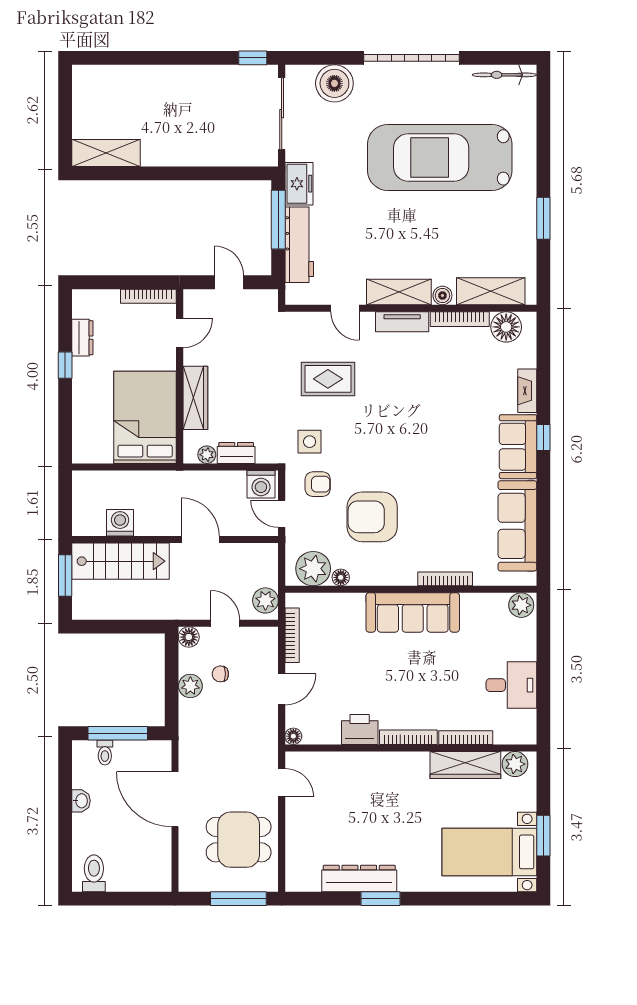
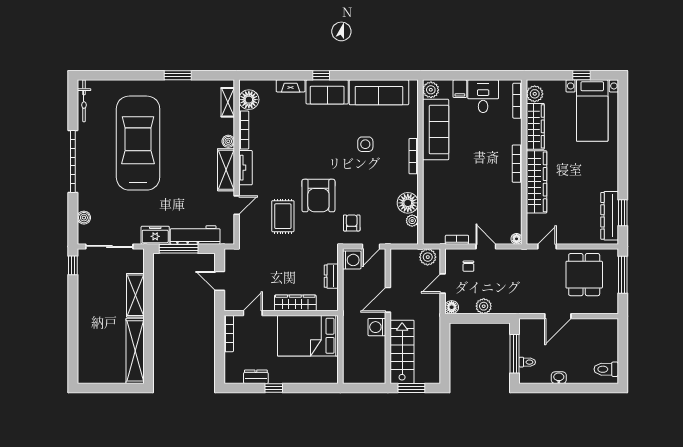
boiler: (334, 83) -> (84, 218), width x0.54, depth x0.54
shelving: (106, 153) -> (135, 351), width x1.47
shelving: (207, 153) -> (135, 295), added
car: (440, 157) -> (138, 143), turned 180
door: (229, 282) -> (220, 281), hinge flipped
shelving: (491, 291) -> (228, 102), width x0.67, depth x0.75
door: (180, 333) -> (253, 313), hinge flipped
side table: (310, 442) -> (365, 144), moved
plant: (207, 455) -> (332, 295), removed
armchair: (372, 517) -> (318, 196), moved
washing machine: (120, 523) -> (377, 327), moved
plant: (313, 569) -> (412, 221), width x0.53, depth x0.53
floor lamp: (341, 577) -> (408, 203), width x1.89, depth x1.89
bookcase: (445, 579) -> (414, 156), moved
sofa: (413, 612) -> (436, 130), moved
bookcase: (292, 635) -> (457, 240), width x0.64
filing cabinet: (523, 650) -> (460, 89), added
chair: (220, 674) -> (468, 266), moved
printer: (360, 730) -> (512, 195), removed
bookcase: (466, 738) -> (517, 101), moved
wardrobe: (380, 767) -> (537, 182), added
door: (175, 799) -> (558, 316), width x0.73
window: (543, 836) -> (582, 75), width x0.67
dresser: (359, 879) -> (610, 216), moved
window: (381, 899) -> (623, 213), moved

